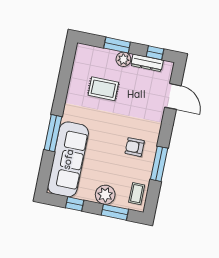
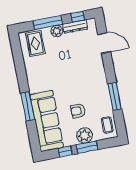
window: (117, 45) -> (48, 23), width x1.44
rug: (103, 89) -> (35, 43), moved, turned 90
armchair: (135, 147) -> (78, 111), moved
window: (115, 212) -> (87, 147), moved

